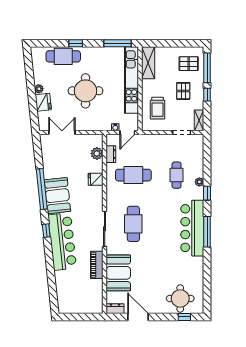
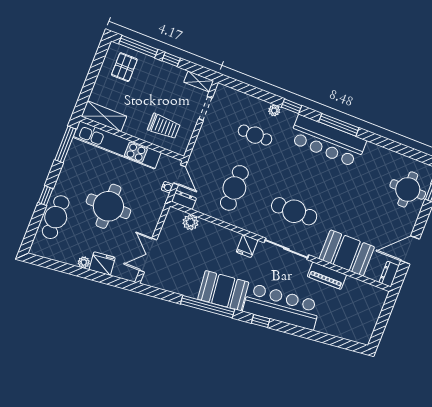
pallet: (183, 91) -> (155, 87), removed
dresser: (111, 154) -> (184, 200), moved
fridge: (96, 179) -> (247, 246), moved

